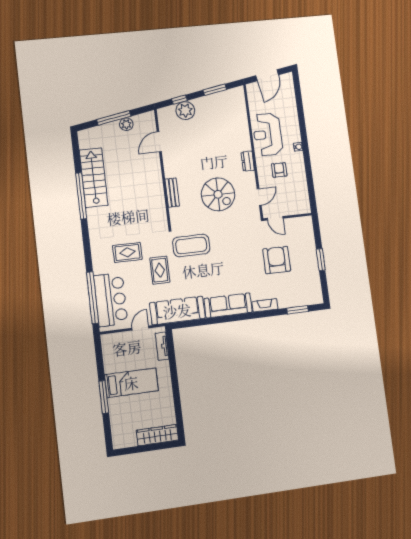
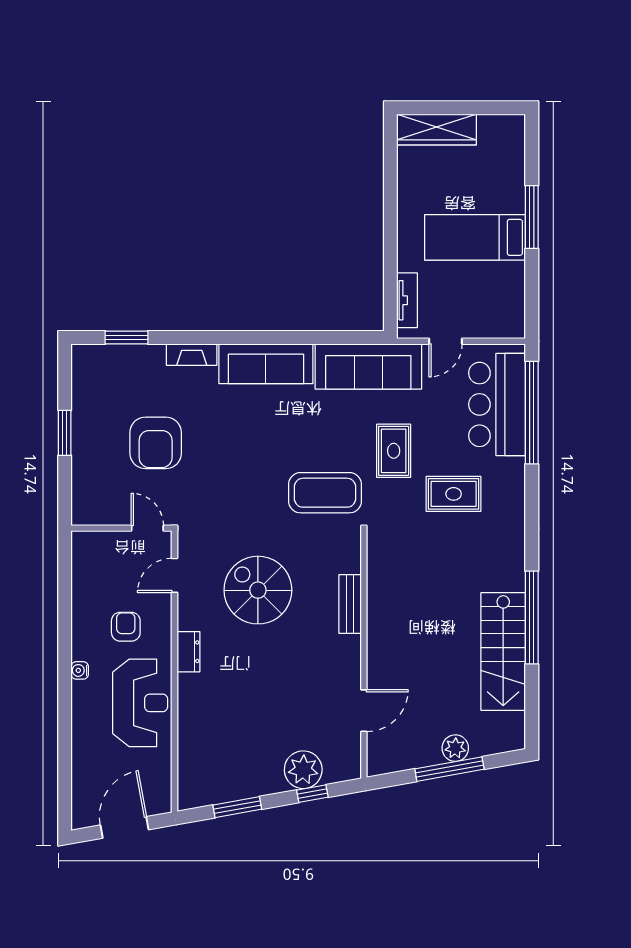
plant: (126, 124) -> (455, 748), moved
armchair: (279, 170) -> (126, 627), turned 180

